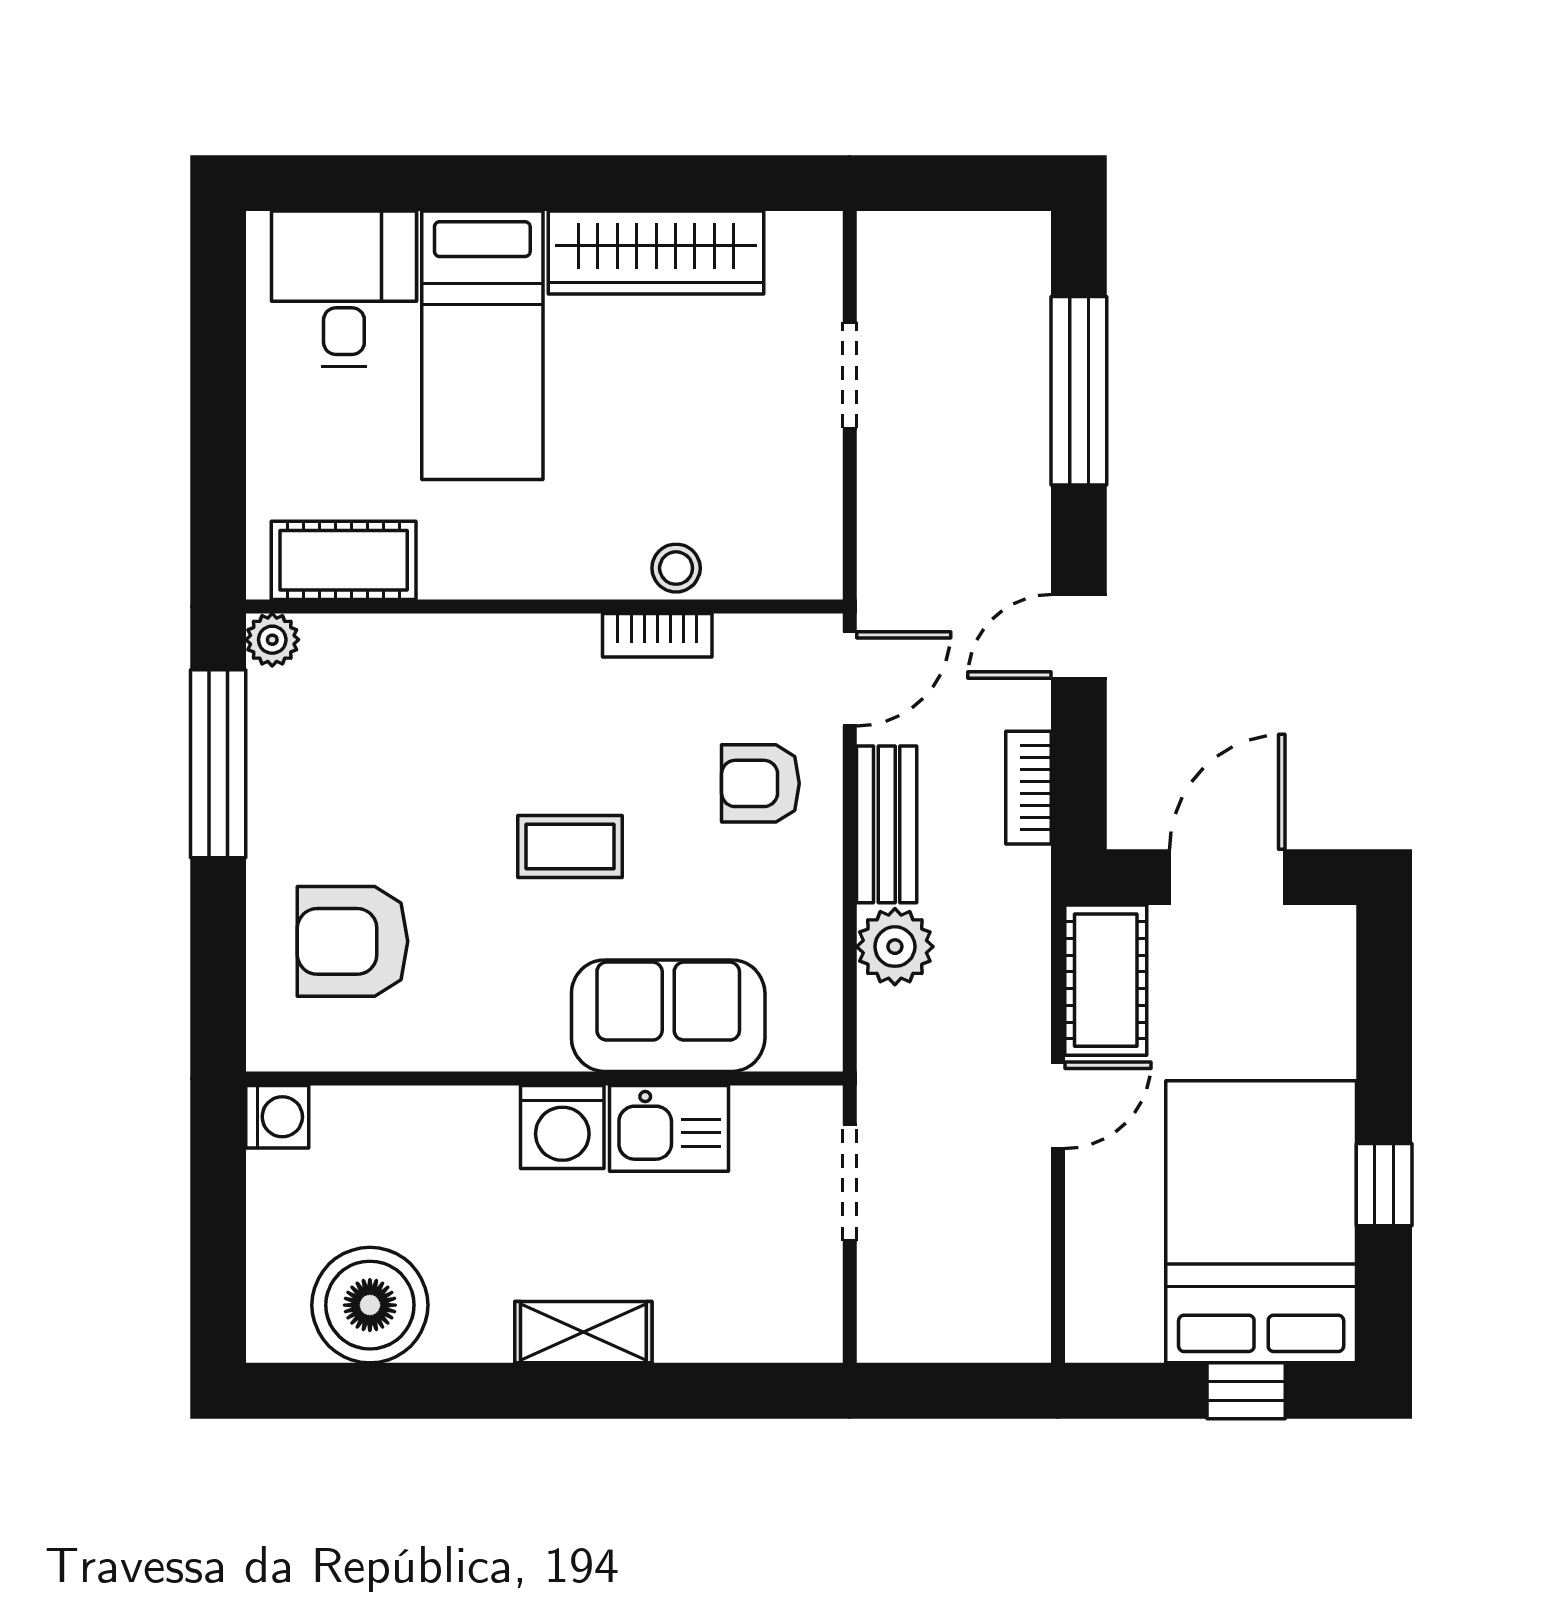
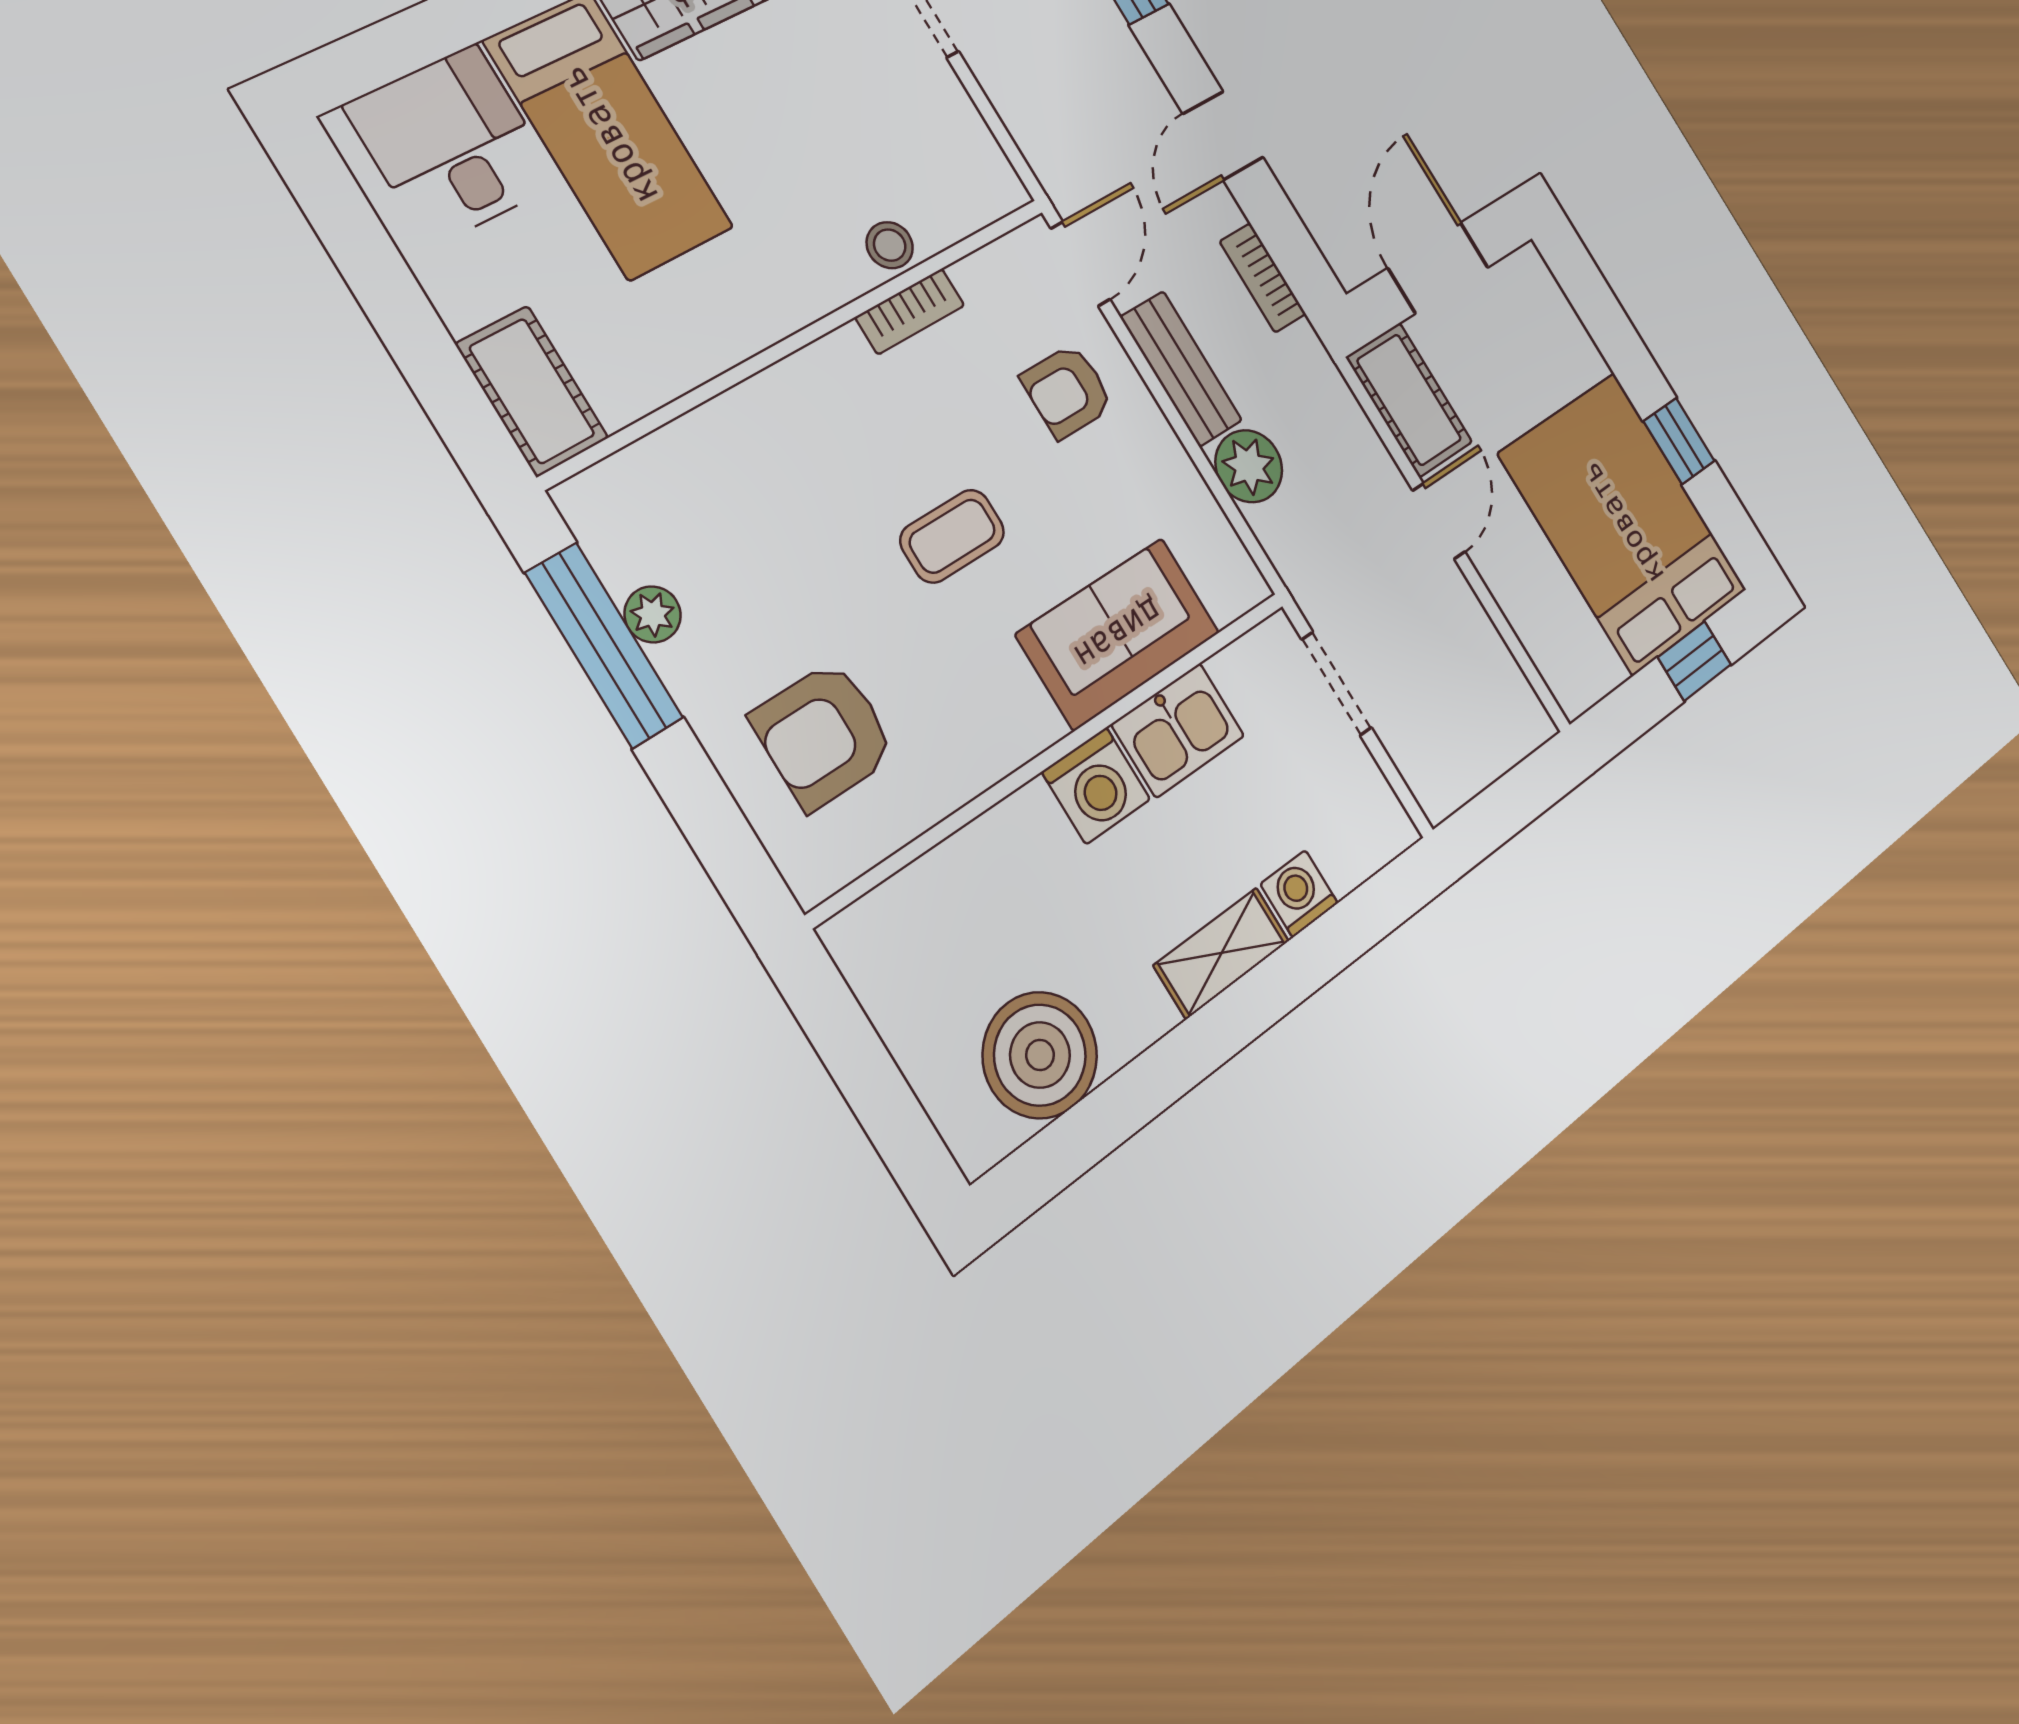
cot: (344, 560) -> (532, 391), moved, turned 90
plant: (272, 640) -> (653, 614), moved
washing machine: (277, 1117) -> (1299, 894), moved, turned -90

